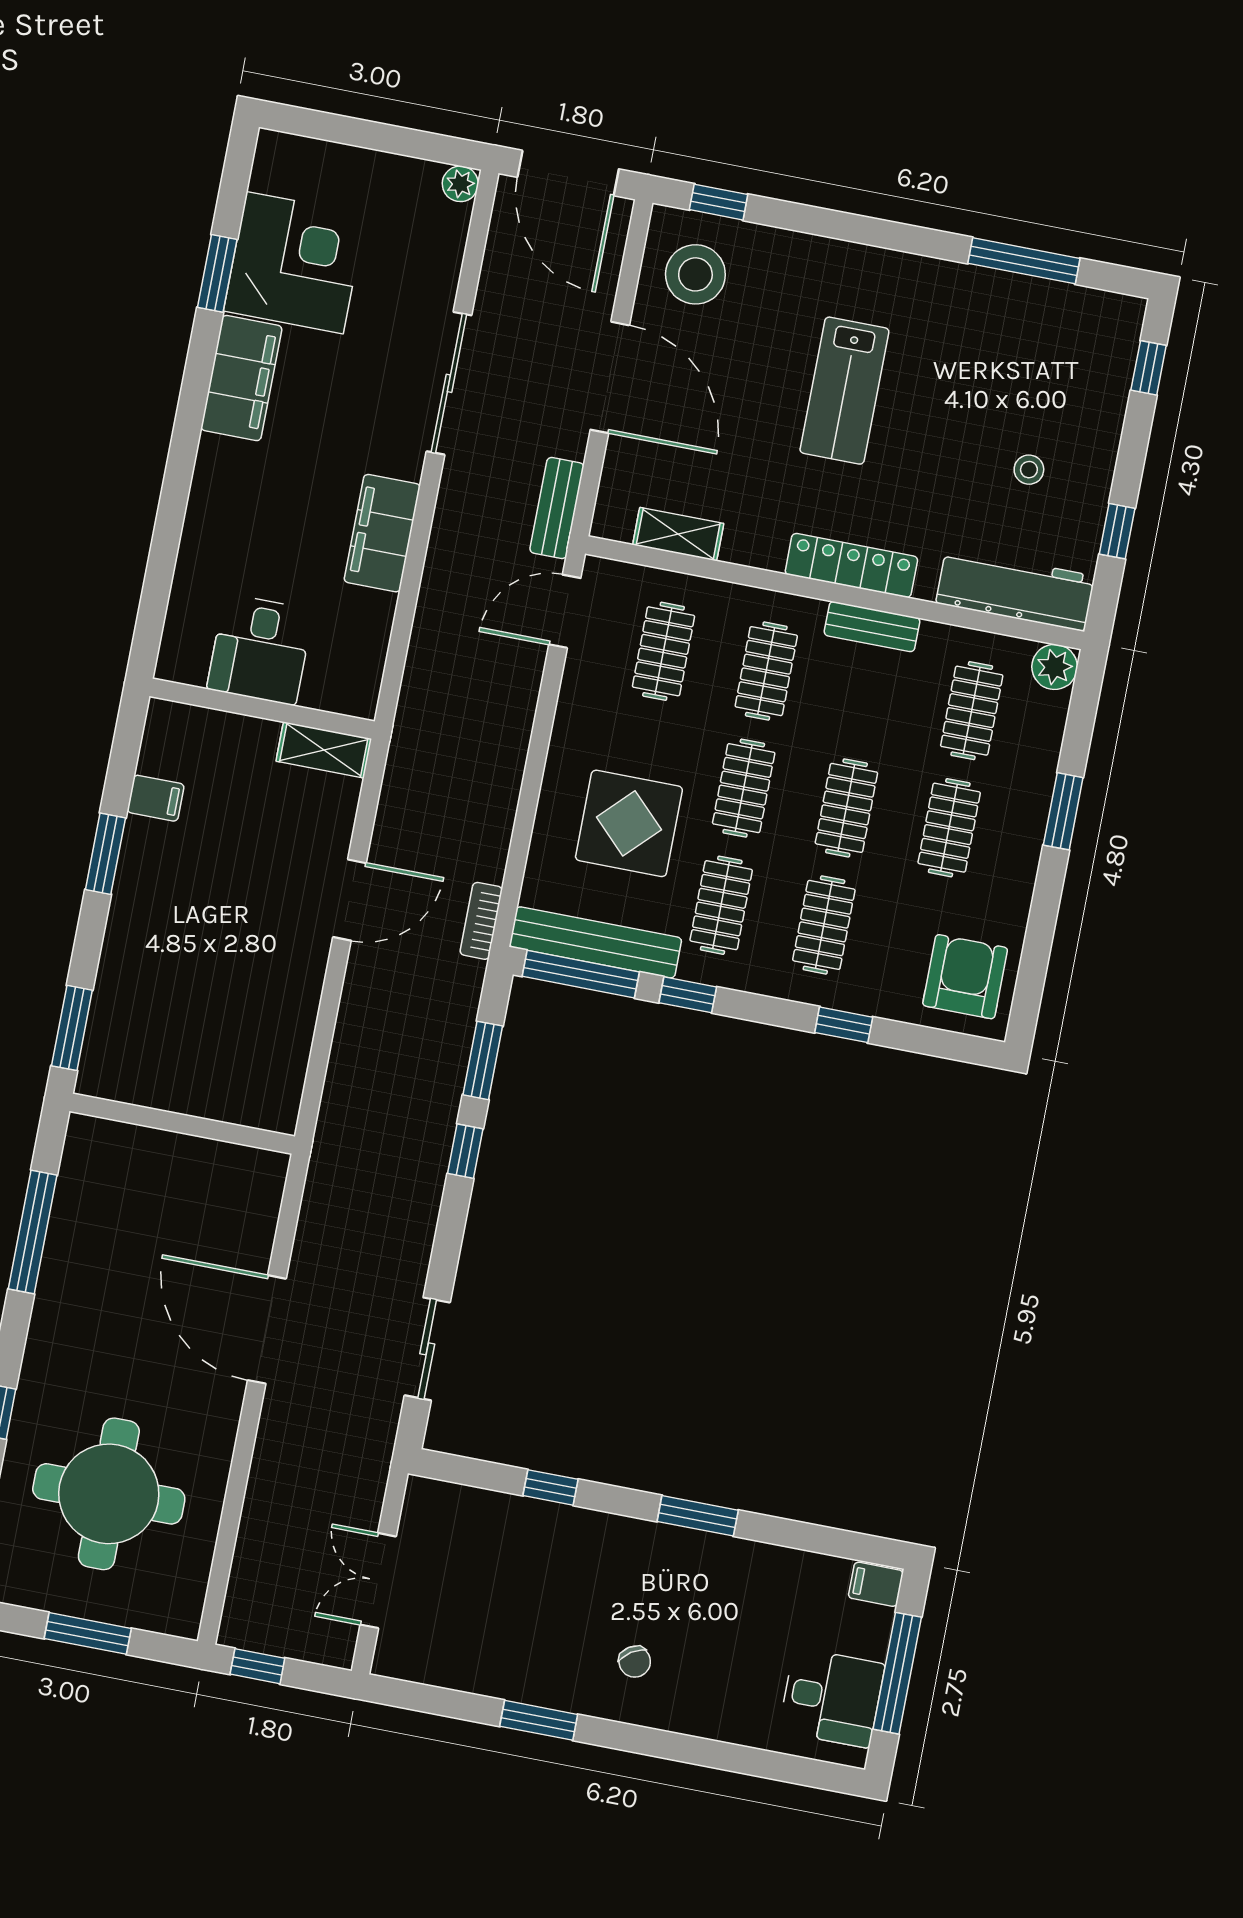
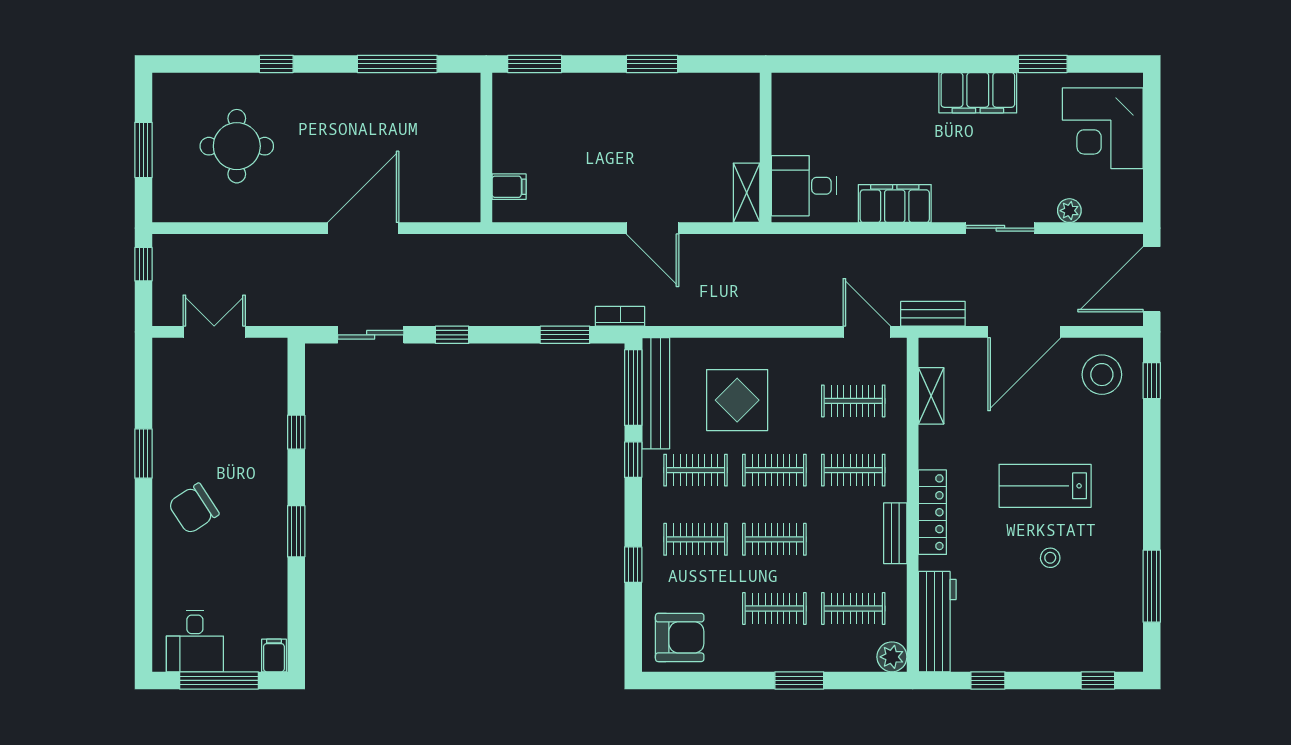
plant: (460, 184) -> (1069, 211), moved
corner desk: (295, 263) -> (1103, 128), moved, turned 90
sliding door: (449, 383) -> (1000, 228), width x0.73
stool: (1029, 470) -> (1050, 558), moved
desk: (260, 649) -> (804, 186), moved
filing cabinet: (156, 798) -> (509, 187), moved, turned -90
bookcase: (481, 921) -> (620, 316), moved
window: (465, 1151) -> (452, 335), moved
round table: (109, 1494) -> (237, 146), width x0.73, depth x0.73
chair: (635, 1662) -> (194, 509), width x1.87, depth x1.87

